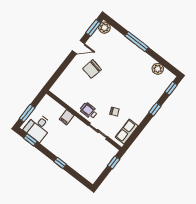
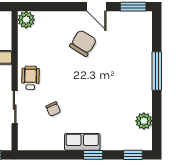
plant: (104, 28) -> (26, 20), moved
chair: (92, 69) -> (83, 43), turned 111
row of seats: (127, 132) -> (82, 142), moved

